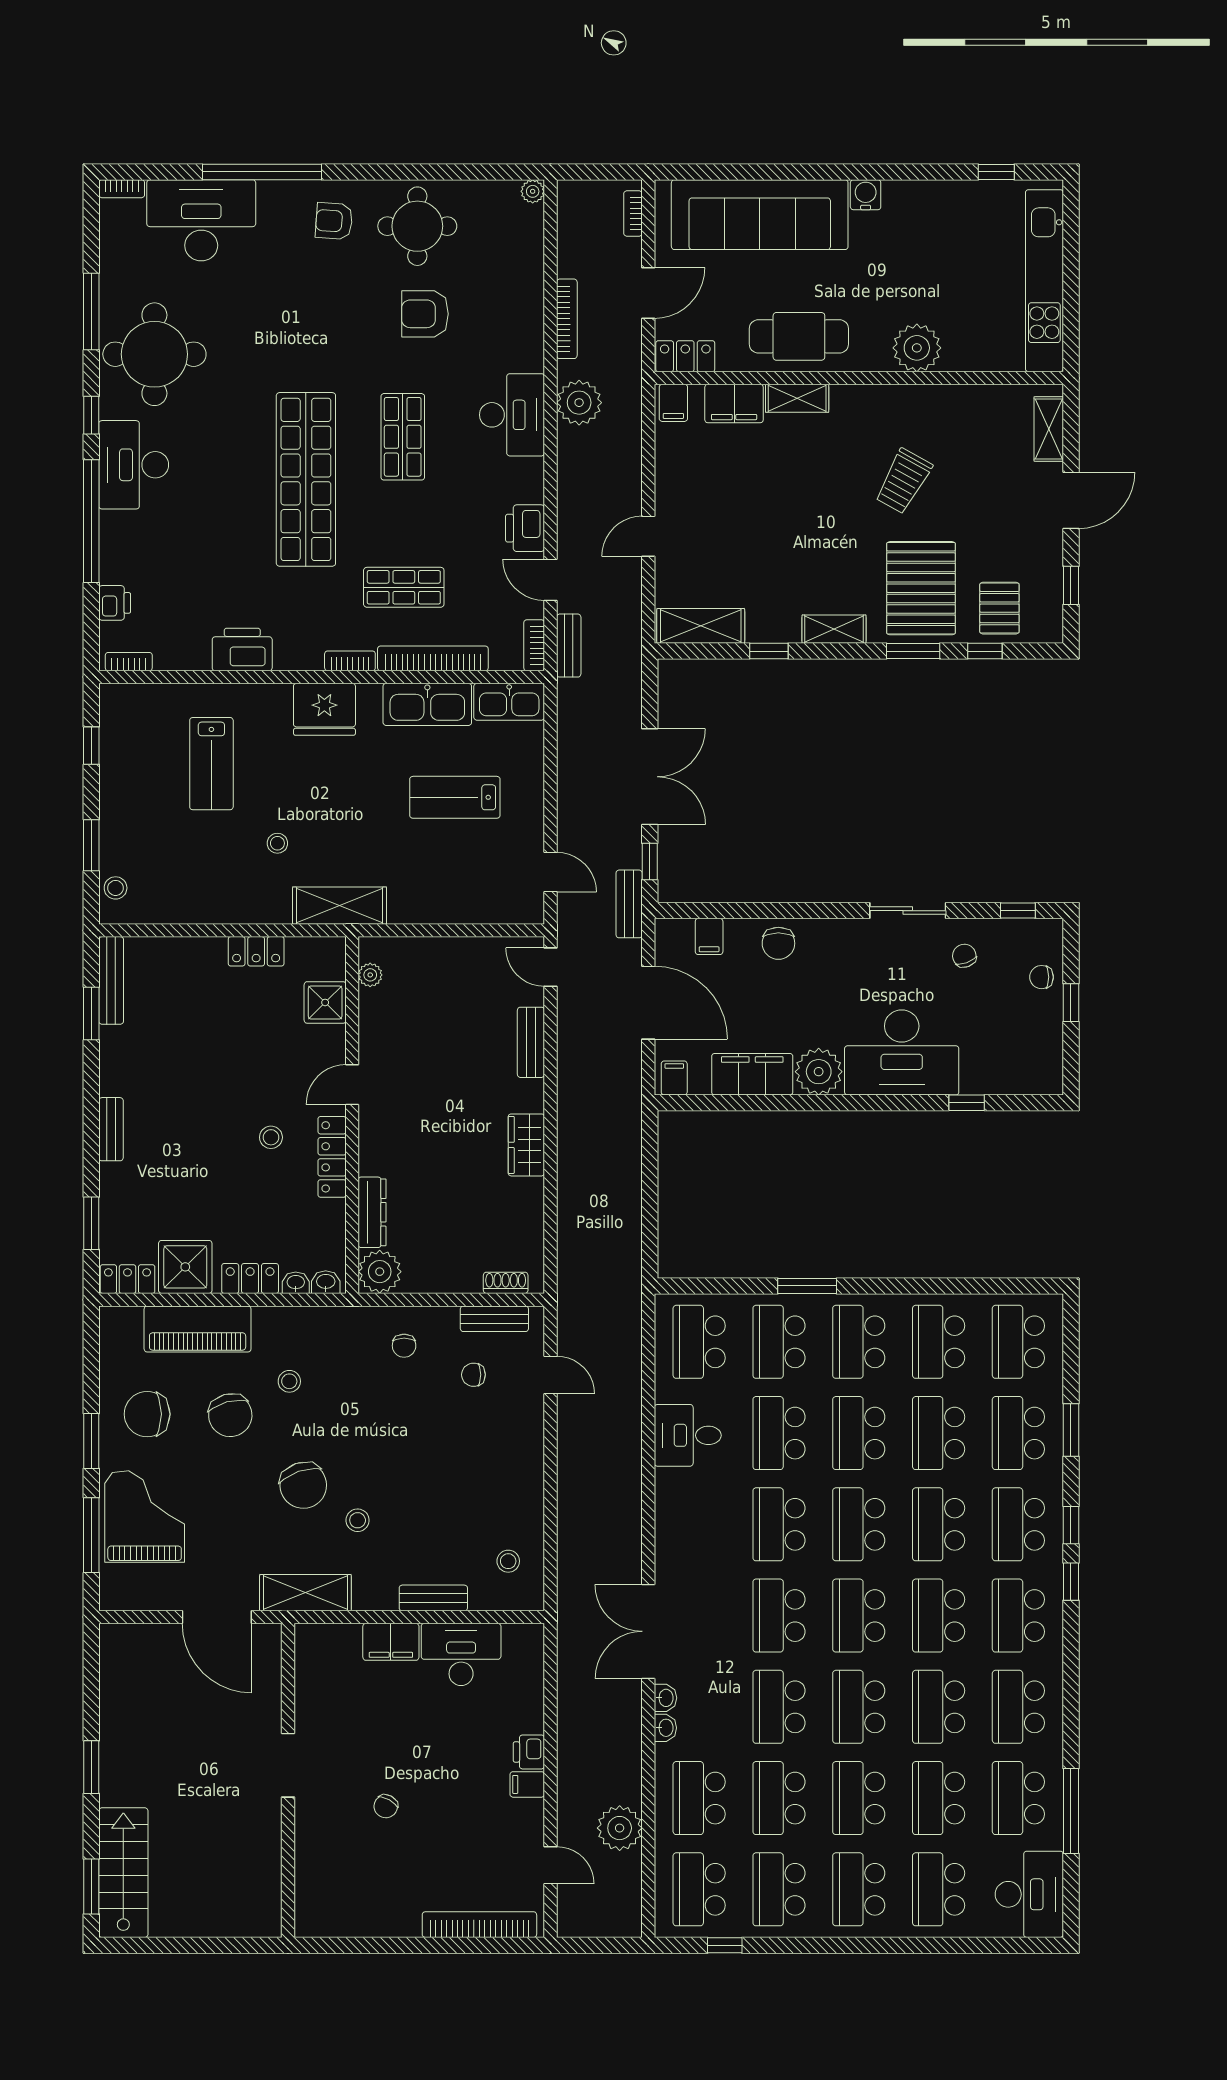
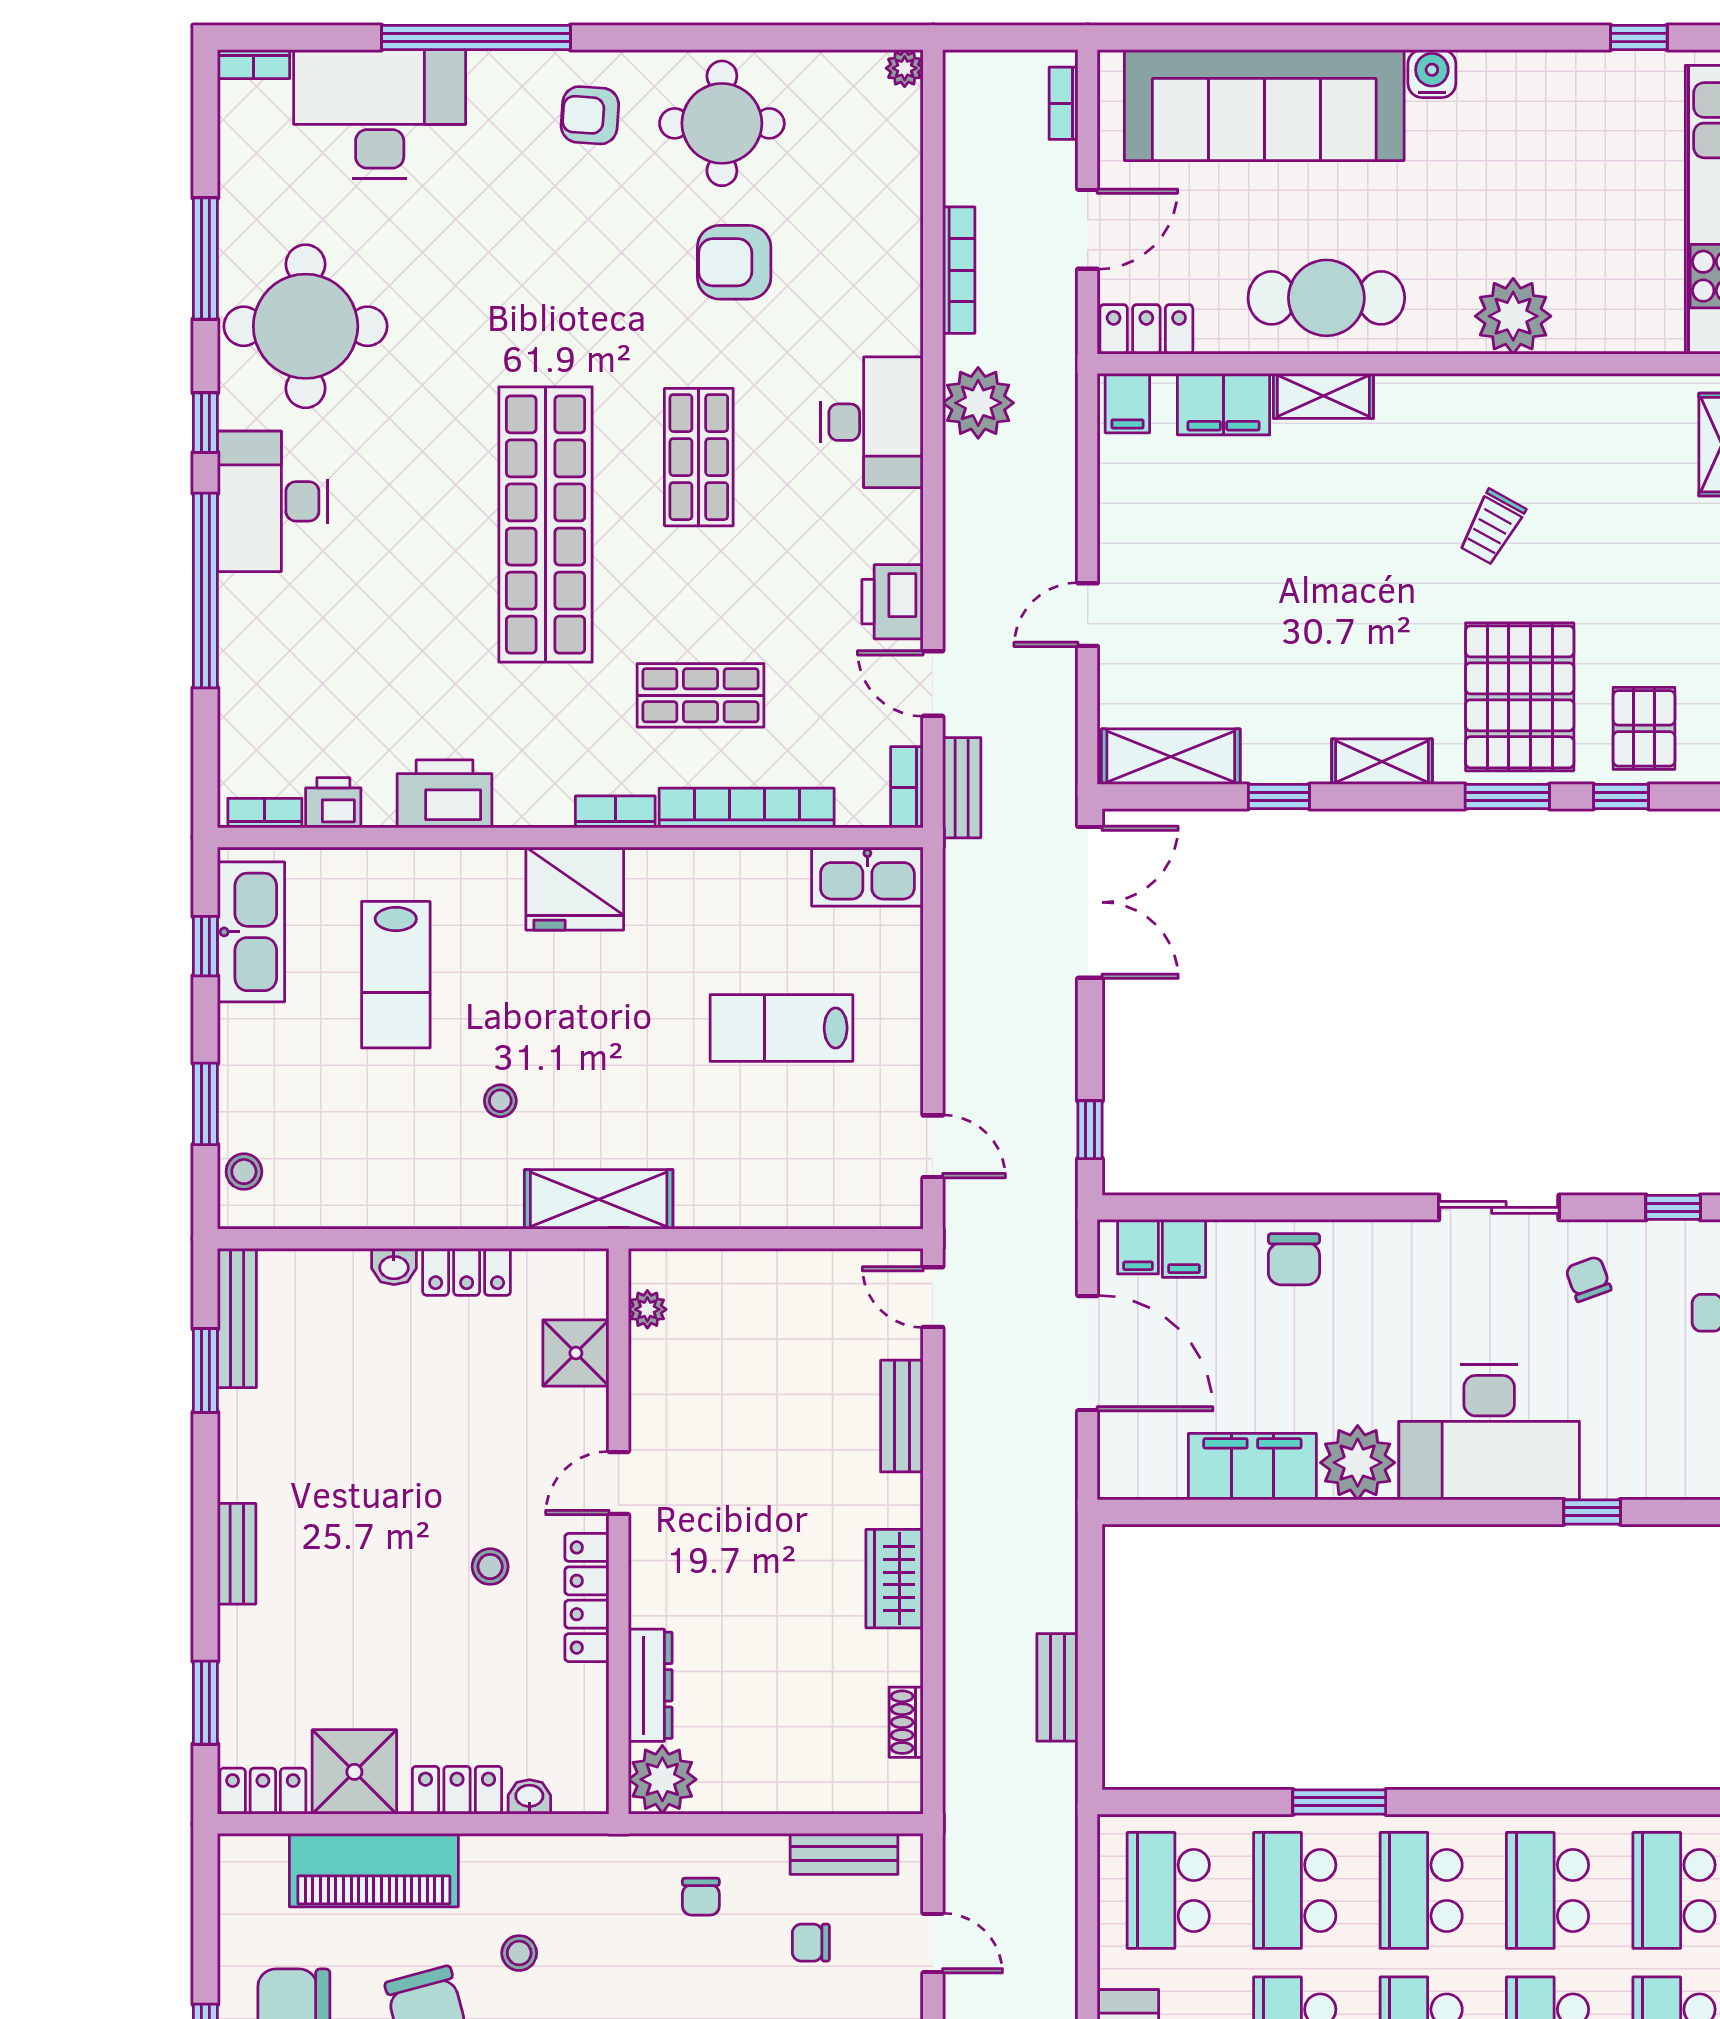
trolley: (903, 481) -> (1492, 527), width x0.73, depth x0.72
printer: (115, 603) -> (333, 803), moved, turned -90
kitchen sink: (427, 704) -> (251, 932), moved, turned -90
double door: (650, 777) -> (1090, 902), moved
bench: (629, 904) -> (1057, 1687), moved
filing cabinet: (674, 1078) -> (1138, 1247), moved, turned 180
washbasin: (326, 1282) -> (394, 1267), moved, turned 180
shoe rack: (506, 1283) -> (906, 1722), moved, turned -90

